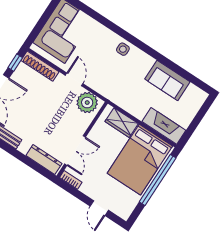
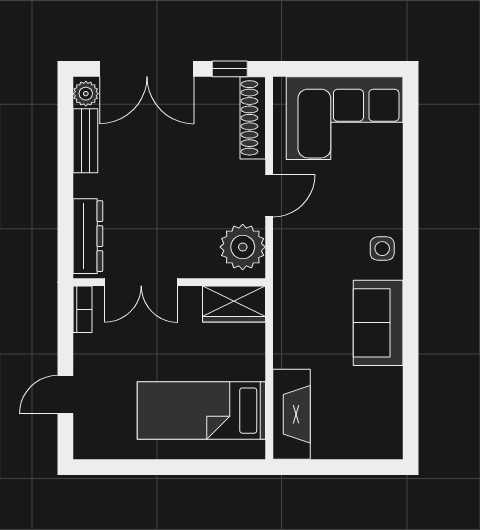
sofa: (167, 80) -> (378, 323), moved
wardrobe: (122, 123) -> (234, 304), moved, turned -90
bed: (140, 160) -> (201, 411), width x0.67
window: (158, 180) -> (186, 467), removed

